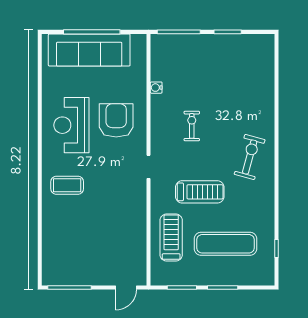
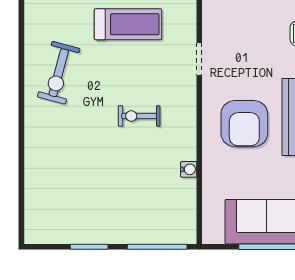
exercise bike: (192, 126) -> (139, 116), turned 90
treadmill: (200, 192) -> (128, 24), turned 180

